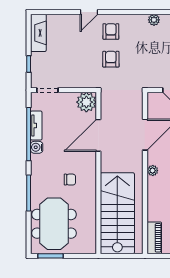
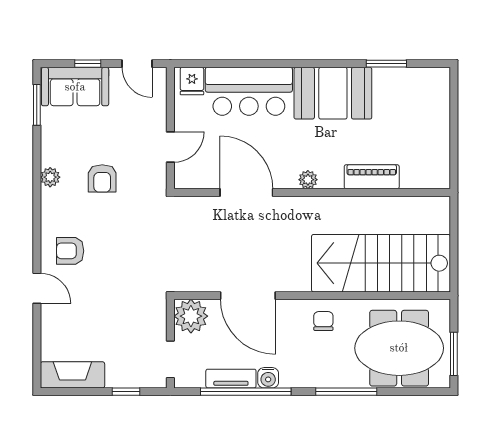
armchair: (111, 59) -> (102, 178), moved, turned -90
plant: (86, 102) -> (191, 316), moved
door: (98, 135) -> (248, 296), moved
wall: (98, 173) -> (312, 296), moved
stairs: (117, 213) -> (381, 263), moved
piano: (154, 238) -> (372, 177), moved

